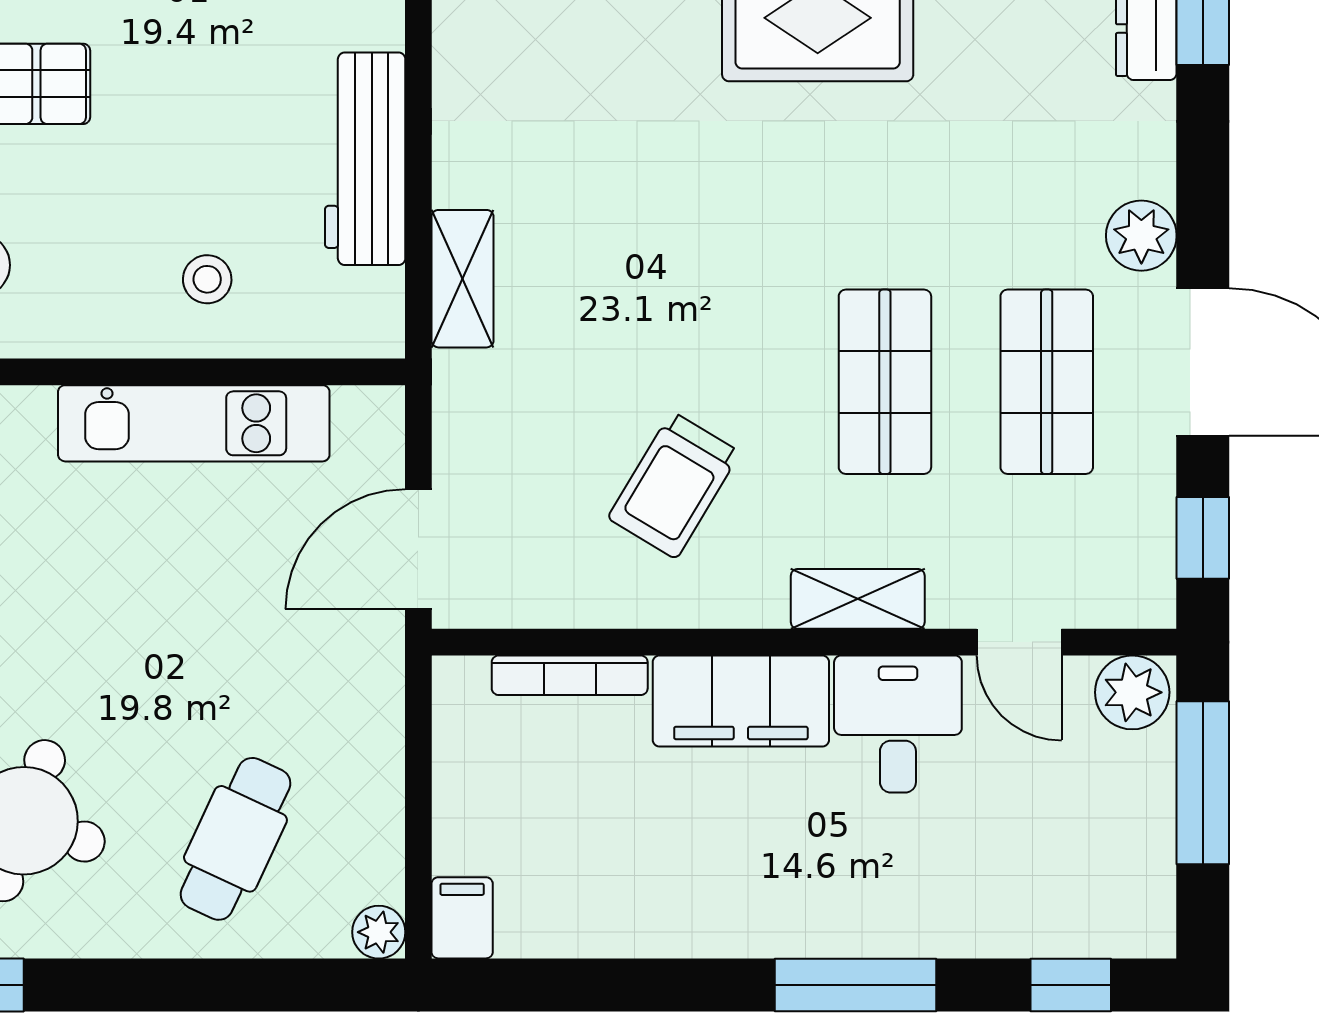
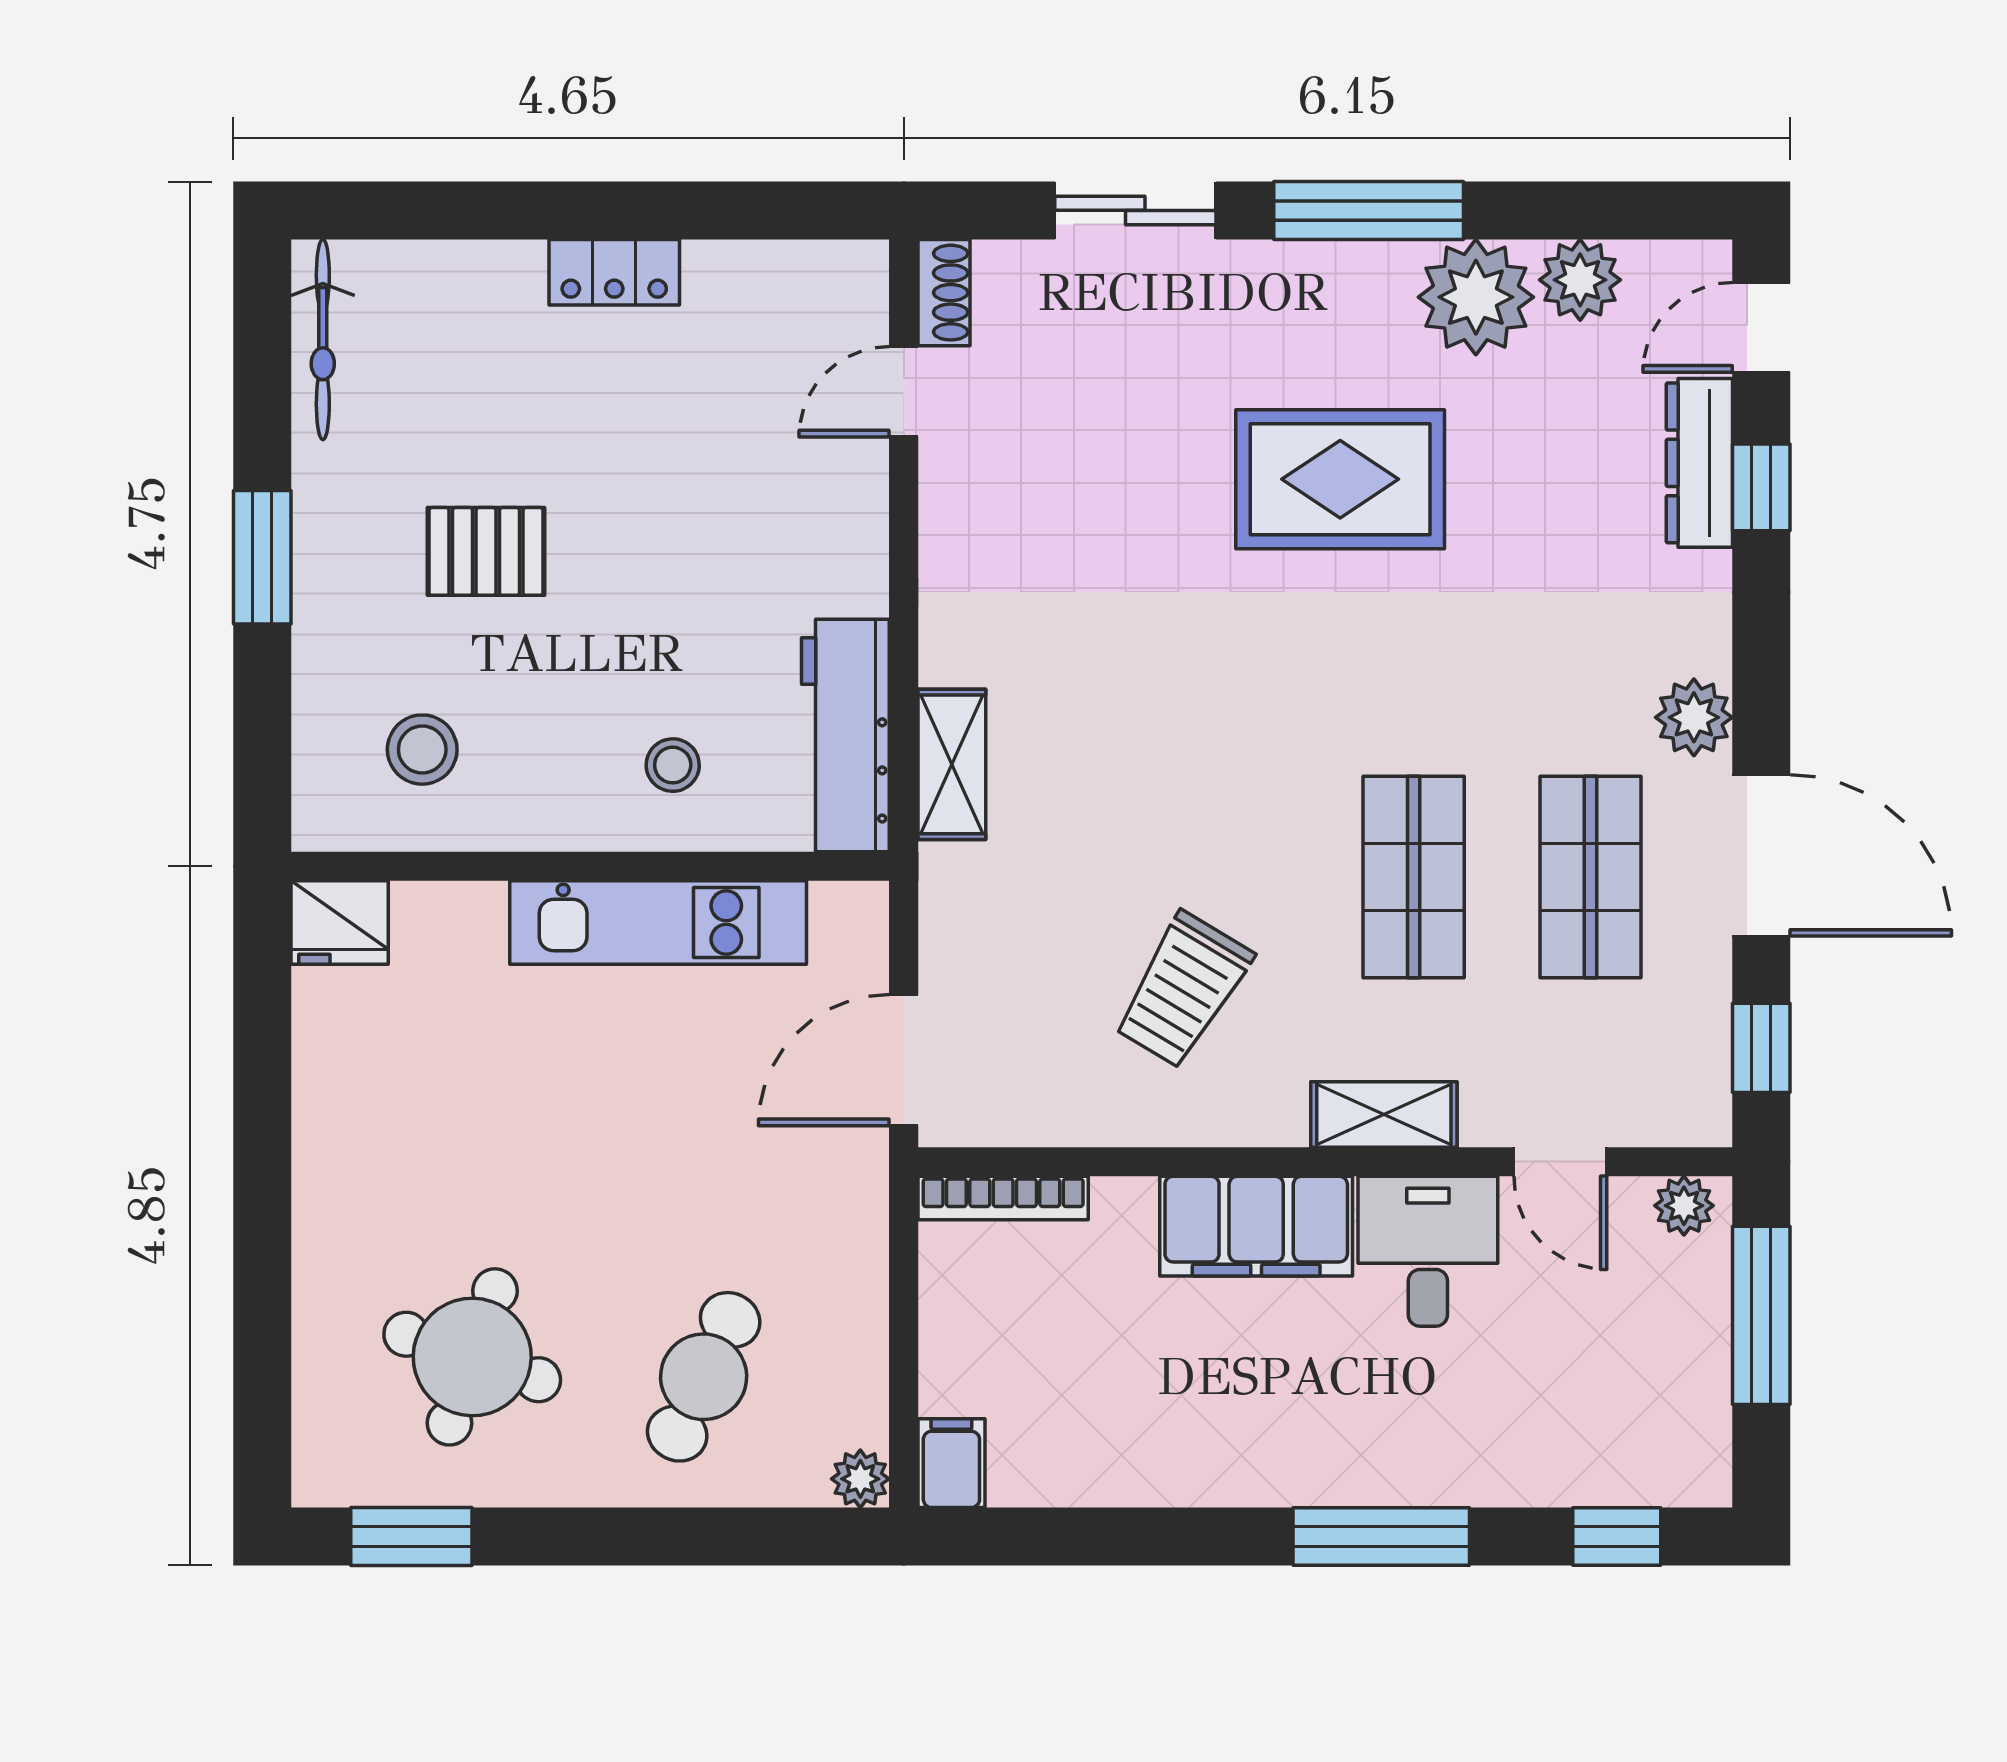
workbench: (365, 159) -> (845, 736), moved
bookcase: (570, 675) -> (1003, 1198), moved
plant: (1132, 692) -> (1684, 1206), width x0.73, depth x0.73

